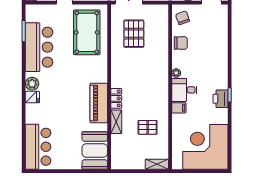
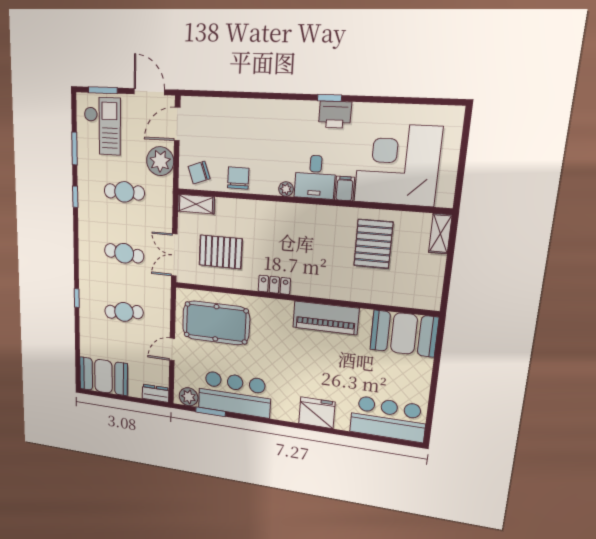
plant: (32, 84) -> (189, 397), moved
fridge: (32, 97) -> (317, 413), width x1.88, depth x1.34
locker: (116, 98) -> (274, 285), moved
shelving: (116, 122) -> (196, 204), moved
pallet: (148, 127) -> (373, 244), width x1.50, depth x1.42
corner desk: (205, 147) -> (397, 165), moved, turned 90

